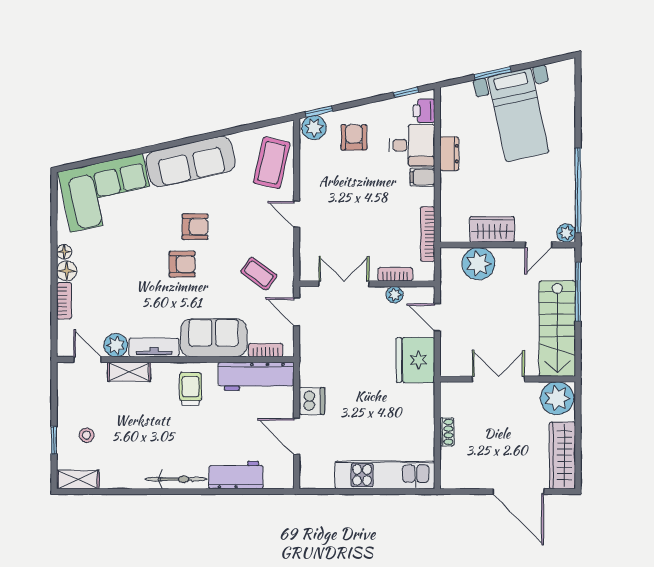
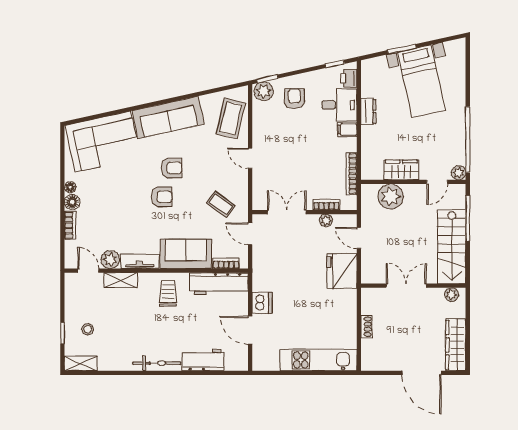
plant: (557, 398) -> (452, 295), width x0.53, depth x0.53

